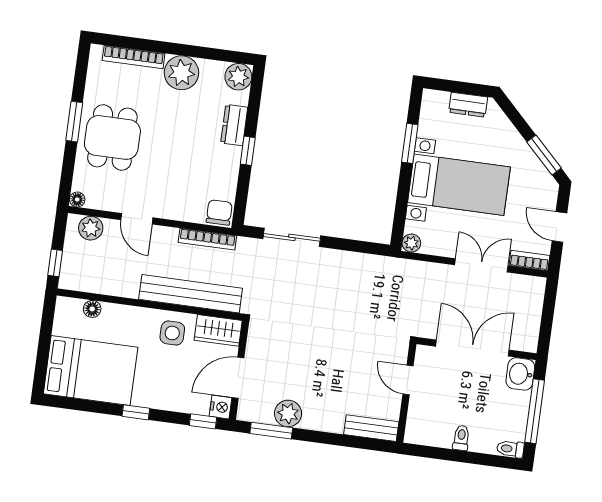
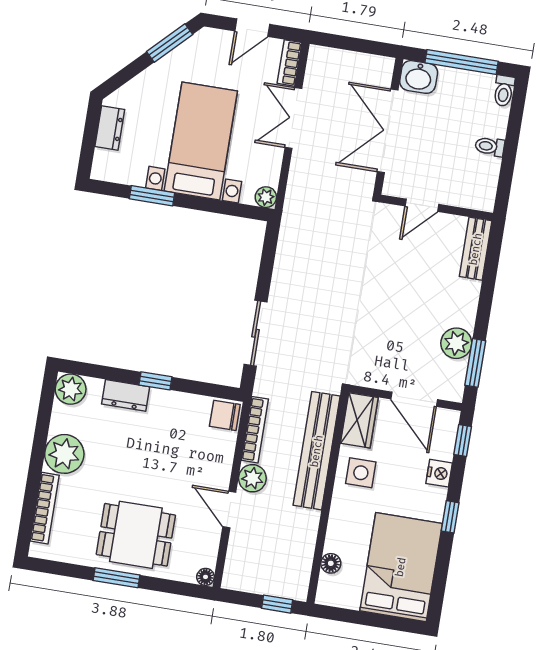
door: (137, 219) -> (229, 510), swing flipped
plant: (91, 228) -> (252, 478), moved
nightstand: (221, 407) -> (439, 473), moved, turned 90

